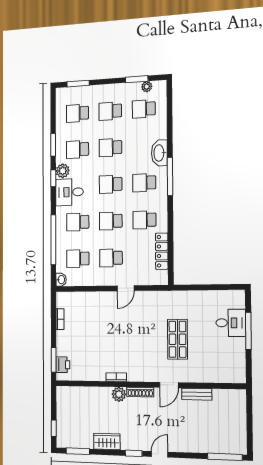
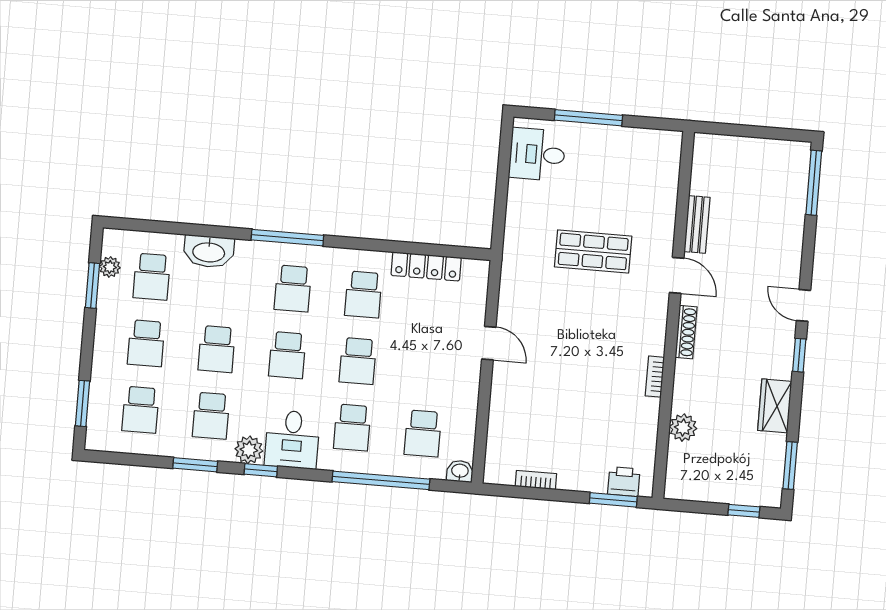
washbasin: (159, 153) -> (209, 252), moved
school desk: (111, 258) -> (428, 367), removed
desk: (231, 323) -> (537, 154), moved, turned -90
plant: (119, 394) -> (683, 428), moved

